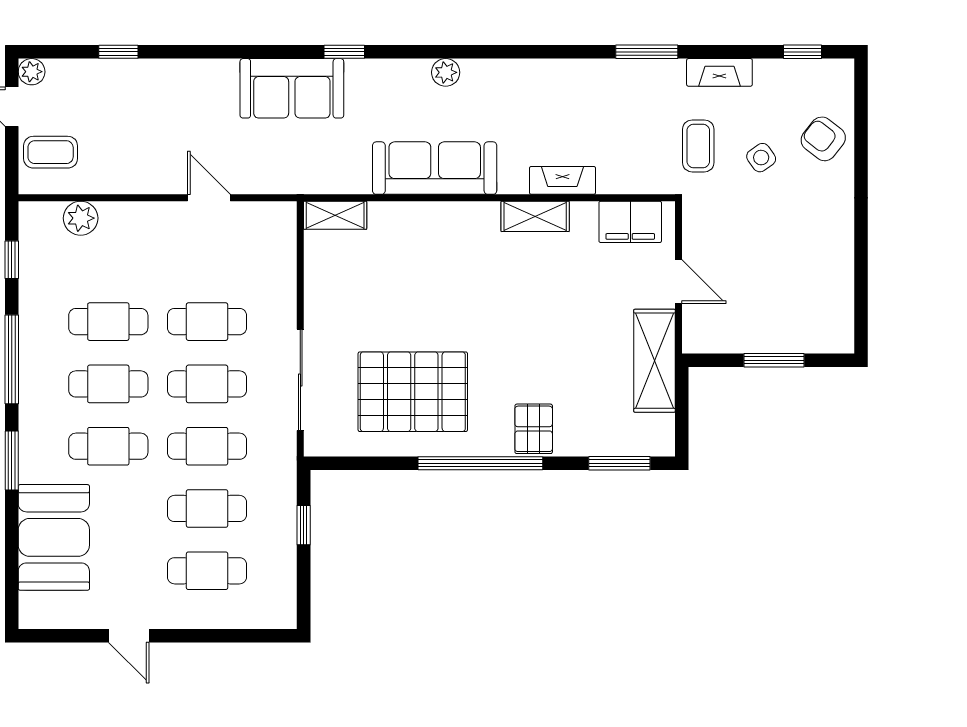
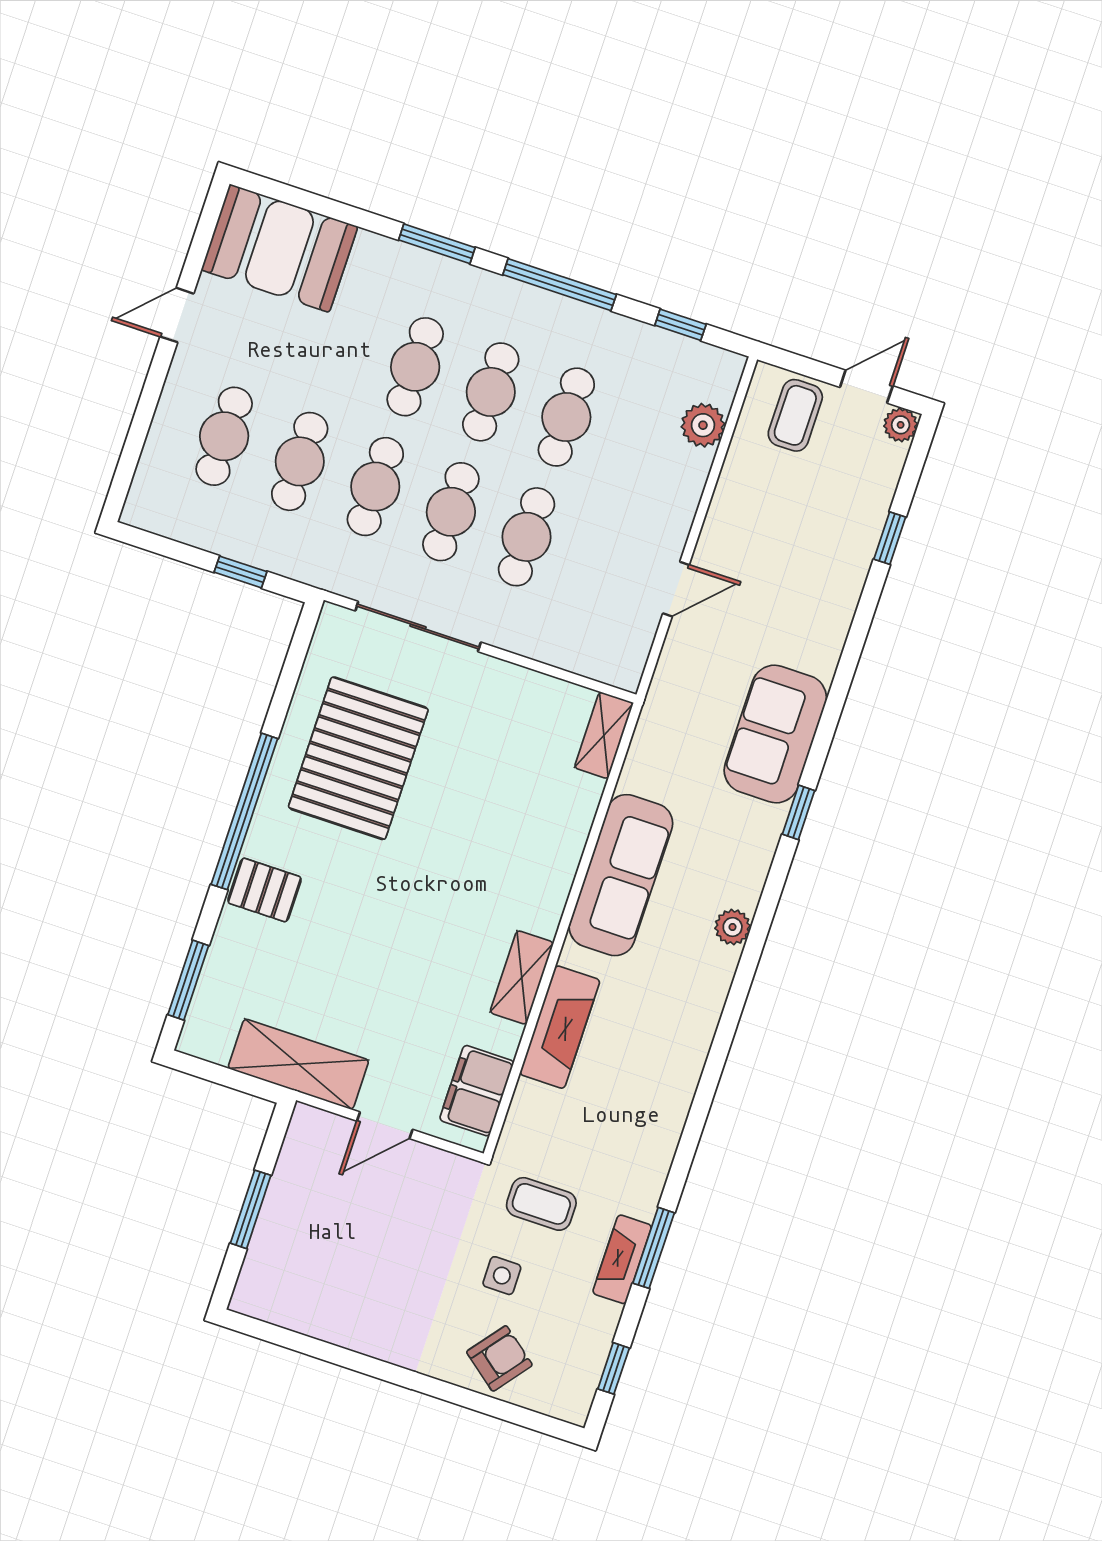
window: (647, 52) -> (654, 1248), moved
side table: (761, 158) -> (502, 1276), turned 35
fireplace: (562, 180) -> (560, 1027), width x1.37, depth x1.32
booth: (54, 537) -> (279, 248), moved

